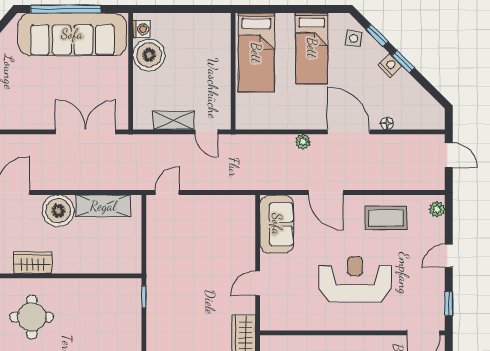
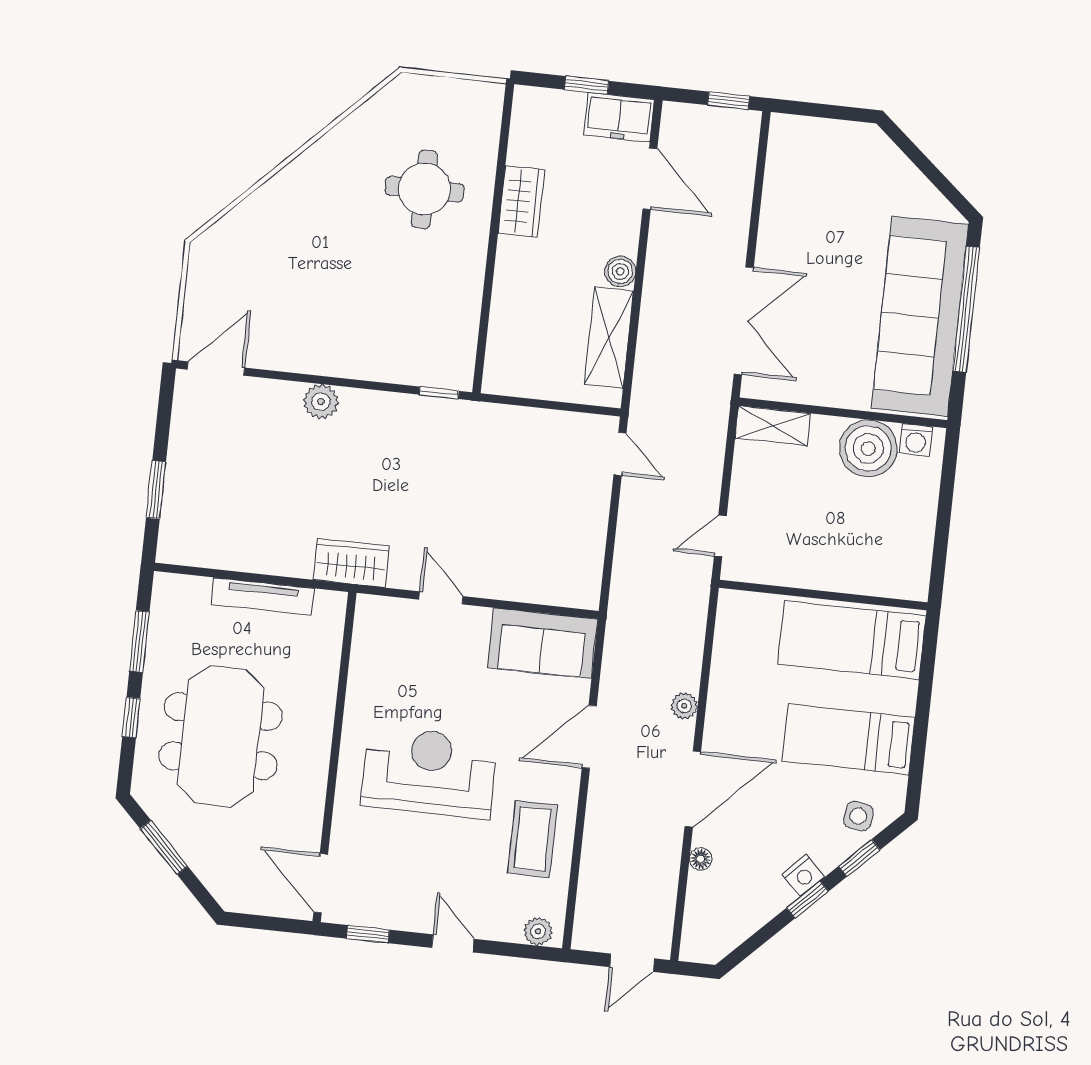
shelving: (173, 120) -> (773, 426), moved, turned 90
boiler: (58, 211) -> (620, 271), width x0.54, depth x0.54
reception desk: (355, 279) -> (429, 772), turned -90

